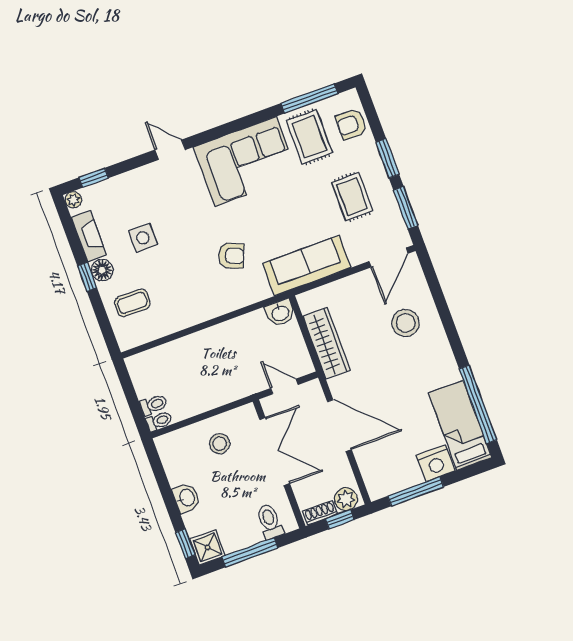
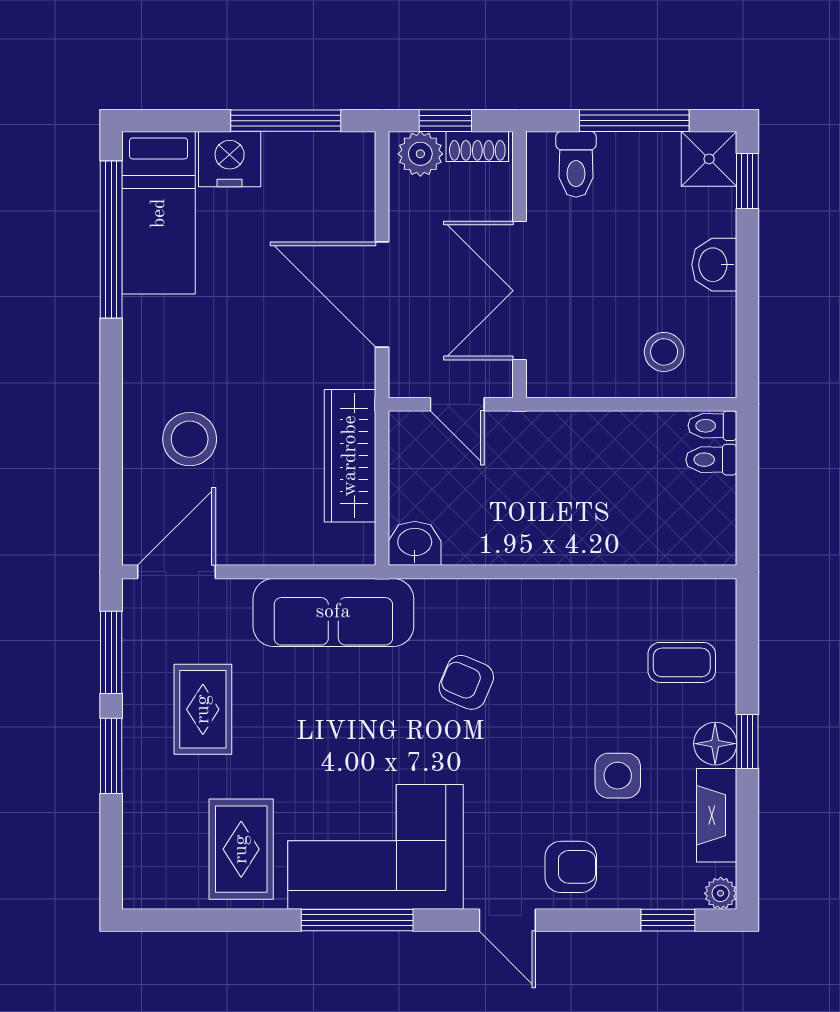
window: (309, 99) -> (357, 920), moved
armchair: (351, 124) -> (571, 867), moved
stool: (220, 444) -> (664, 352), moved

